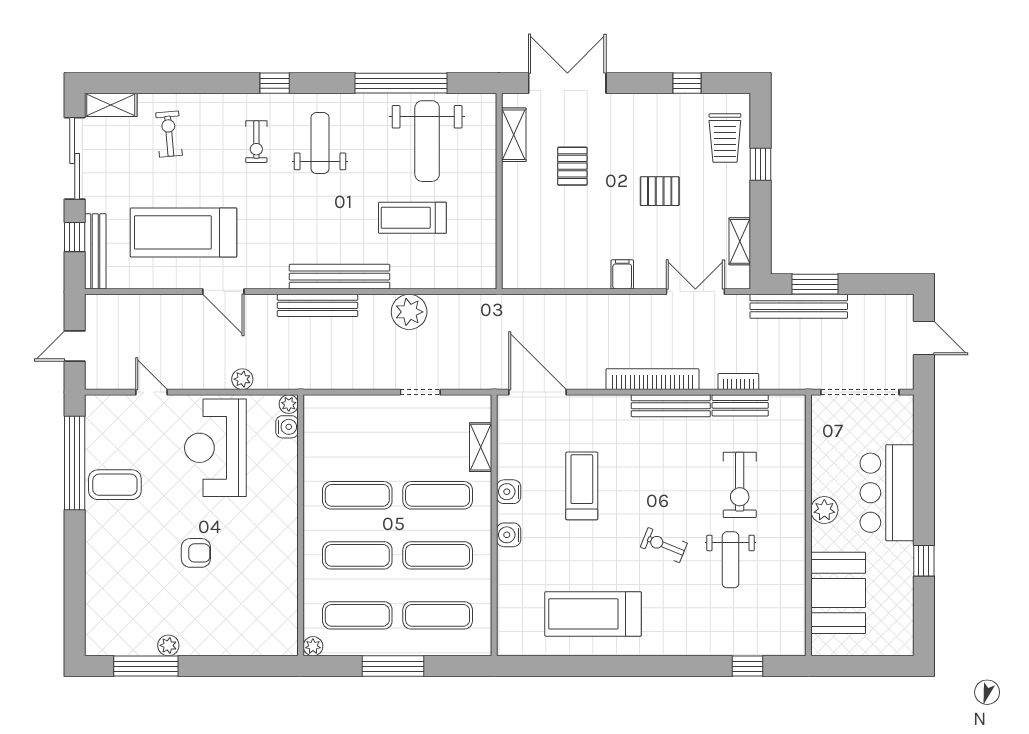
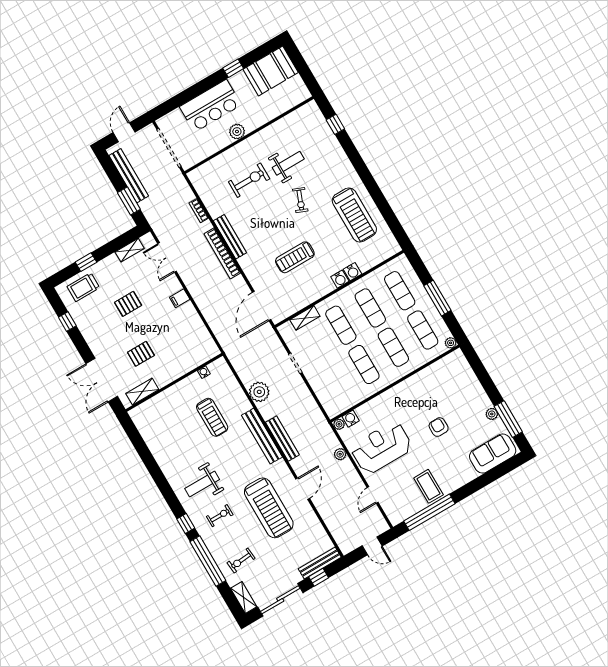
window: (401, 83) -> (208, 561), moved
trolley: (725, 138) -> (83, 287), turned 180
weight bench: (427, 141) -> (170, 432), removed
pallet: (660, 191) -> (128, 304), turned 90
treadmill: (183, 232) -> (269, 508), moved
water cooler: (488, 245) -> (204, 372), added
bench: (799, 306) -> (129, 176), moved
bench: (740, 405) -> (210, 203), removed
reception desk: (215, 448) -> (381, 448), turned 180
water cooler: (509, 492) -> (352, 272), moved
booth: (838, 593) -> (271, 71), moved
sofa: (107, 611) -> (493, 454), added

